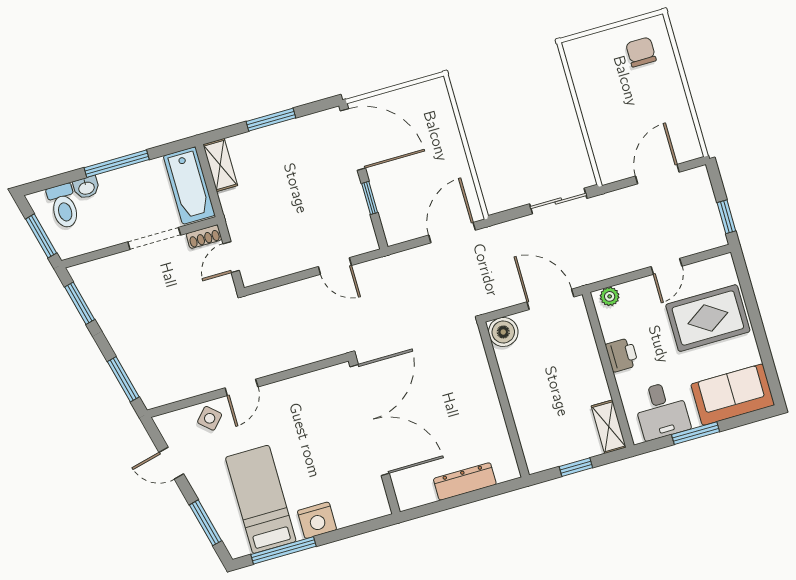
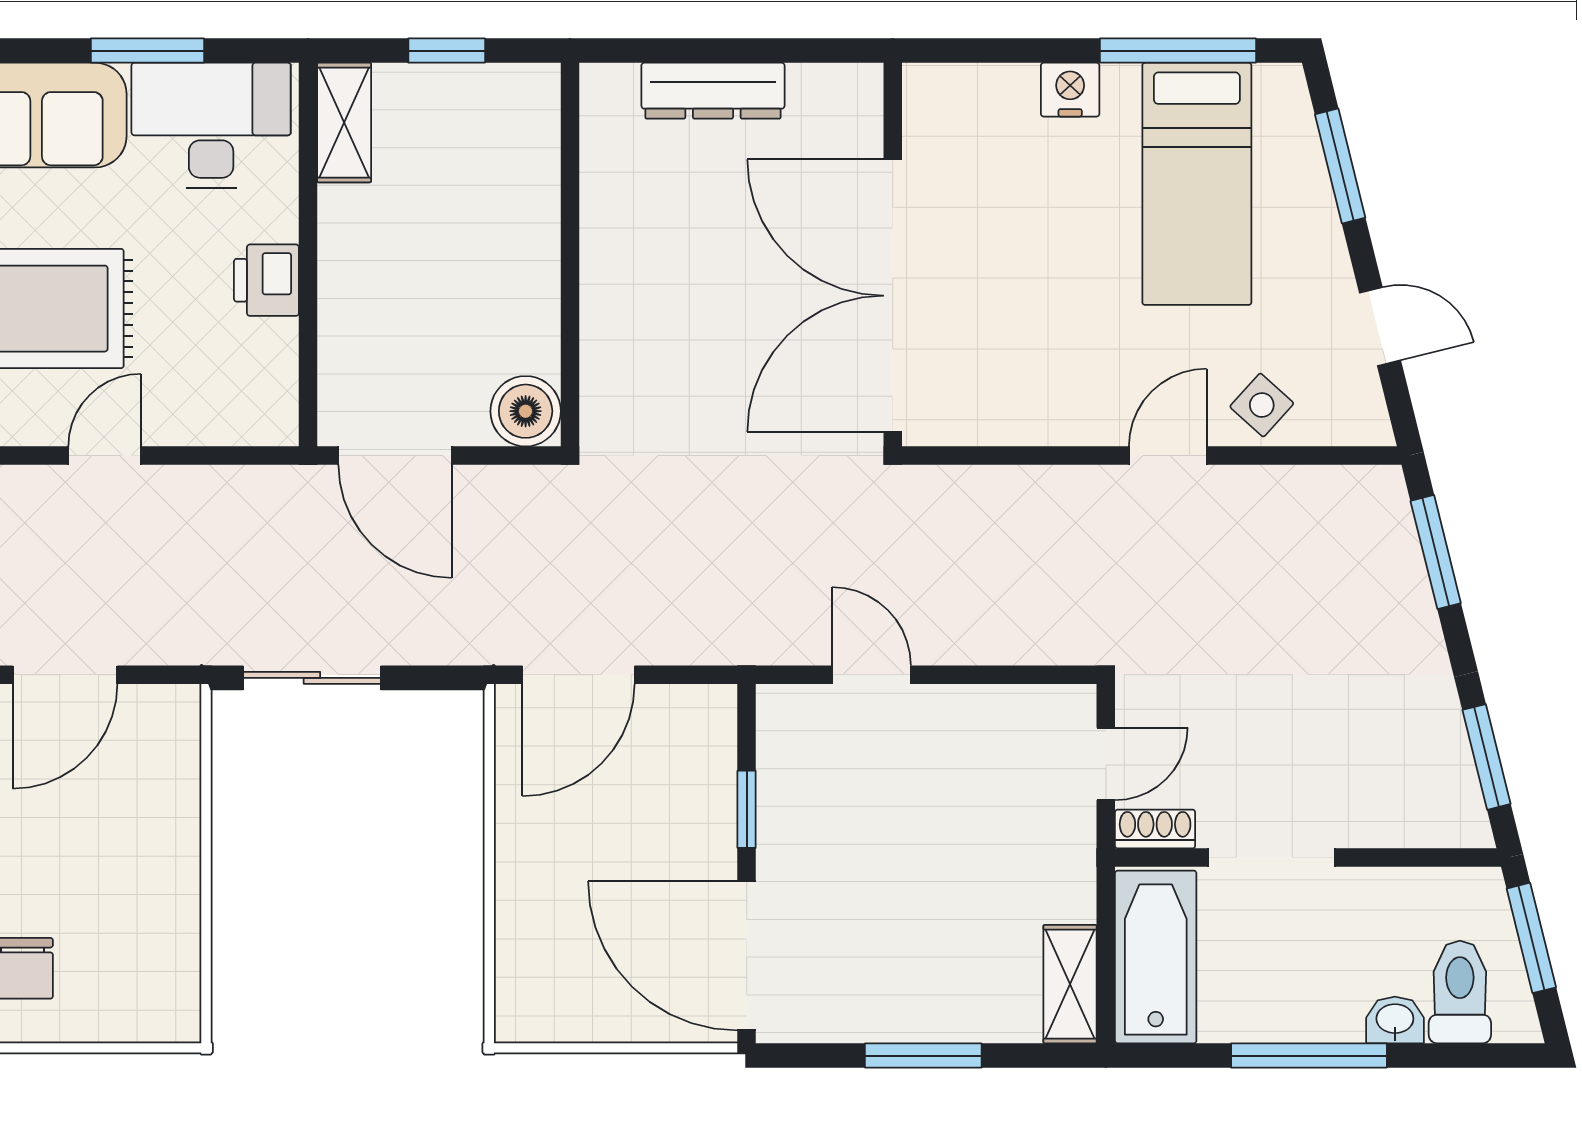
plant: (610, 296) -> (256, 423), removed
desk: (662, 410) -> (211, 125), width x1.37
nightstand: (317, 520) -> (1070, 90), width x0.74, depth x0.75

